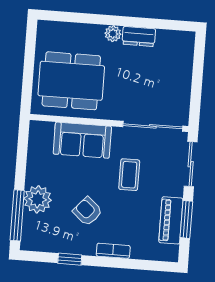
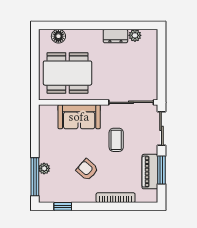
floor lamp: (63, 31) -> (58, 36), added
plant: (113, 34) -> (135, 35), moved
plant: (38, 199) -> (44, 168), width x0.53, depth x0.53
bookcase: (113, 251) -> (116, 198), width x1.56
window: (70, 259) -> (63, 206), moved

